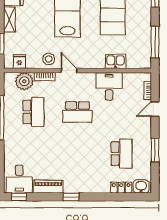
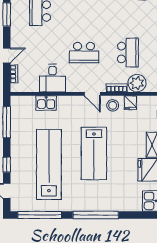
fridge: (19, 62) -> (130, 103), moved
school desk: (33, 112) -> (128, 53), turned 180
school desk: (77, 112) -> (84, 53), turned 180

